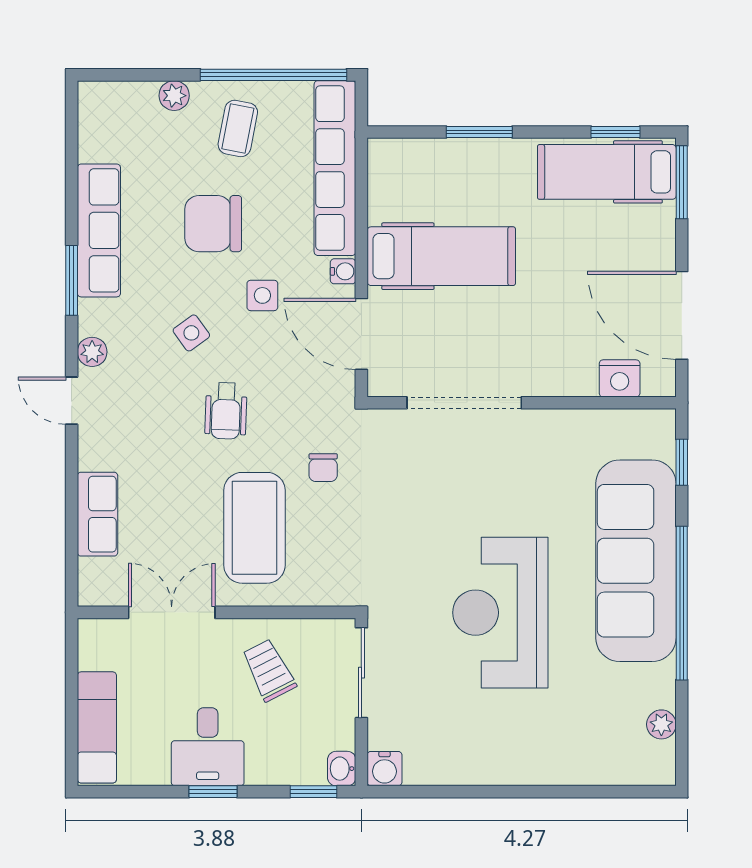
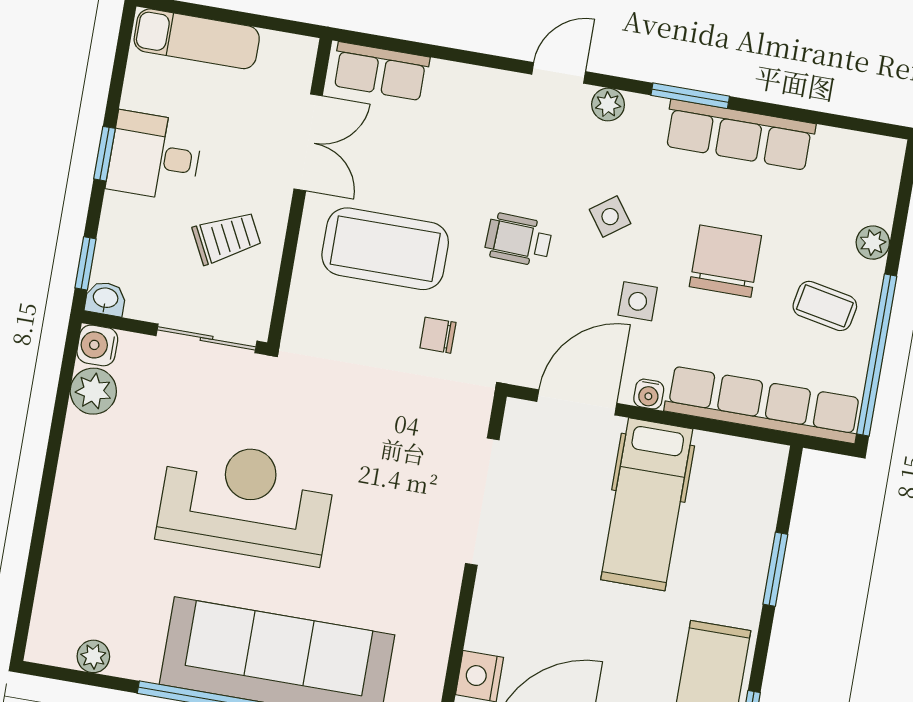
row of seats: (97, 514) -> (381, 71), moved
plant: (426, 765) -> (93, 391), added

